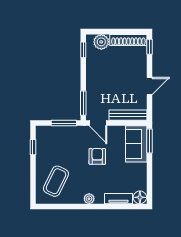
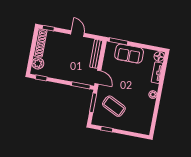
door: (98, 123) -> (98, 77), hinge flipped
sofa: (136, 144) -> (129, 54), moved
armchair: (97, 156) -> (123, 82), removed
coffee table: (56, 181) -> (114, 106), moved

